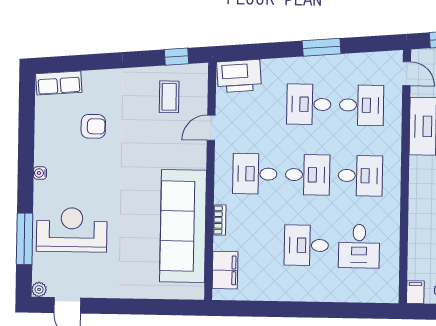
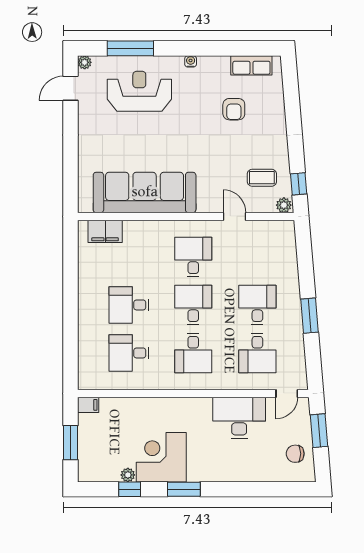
plant: (200, 73) -> (284, 205), added
printer: (239, 76) -> (282, 241), removed
row of seats: (59, 83) -> (251, 65), moved, turned -85
desk: (308, 175) -> (193, 305), turned 180
bookcase: (220, 220) -> (151, 226), removed
reception desk: (72, 230) -> (139, 91), turned -90
desk: (306, 245) -> (129, 305), turned -90

